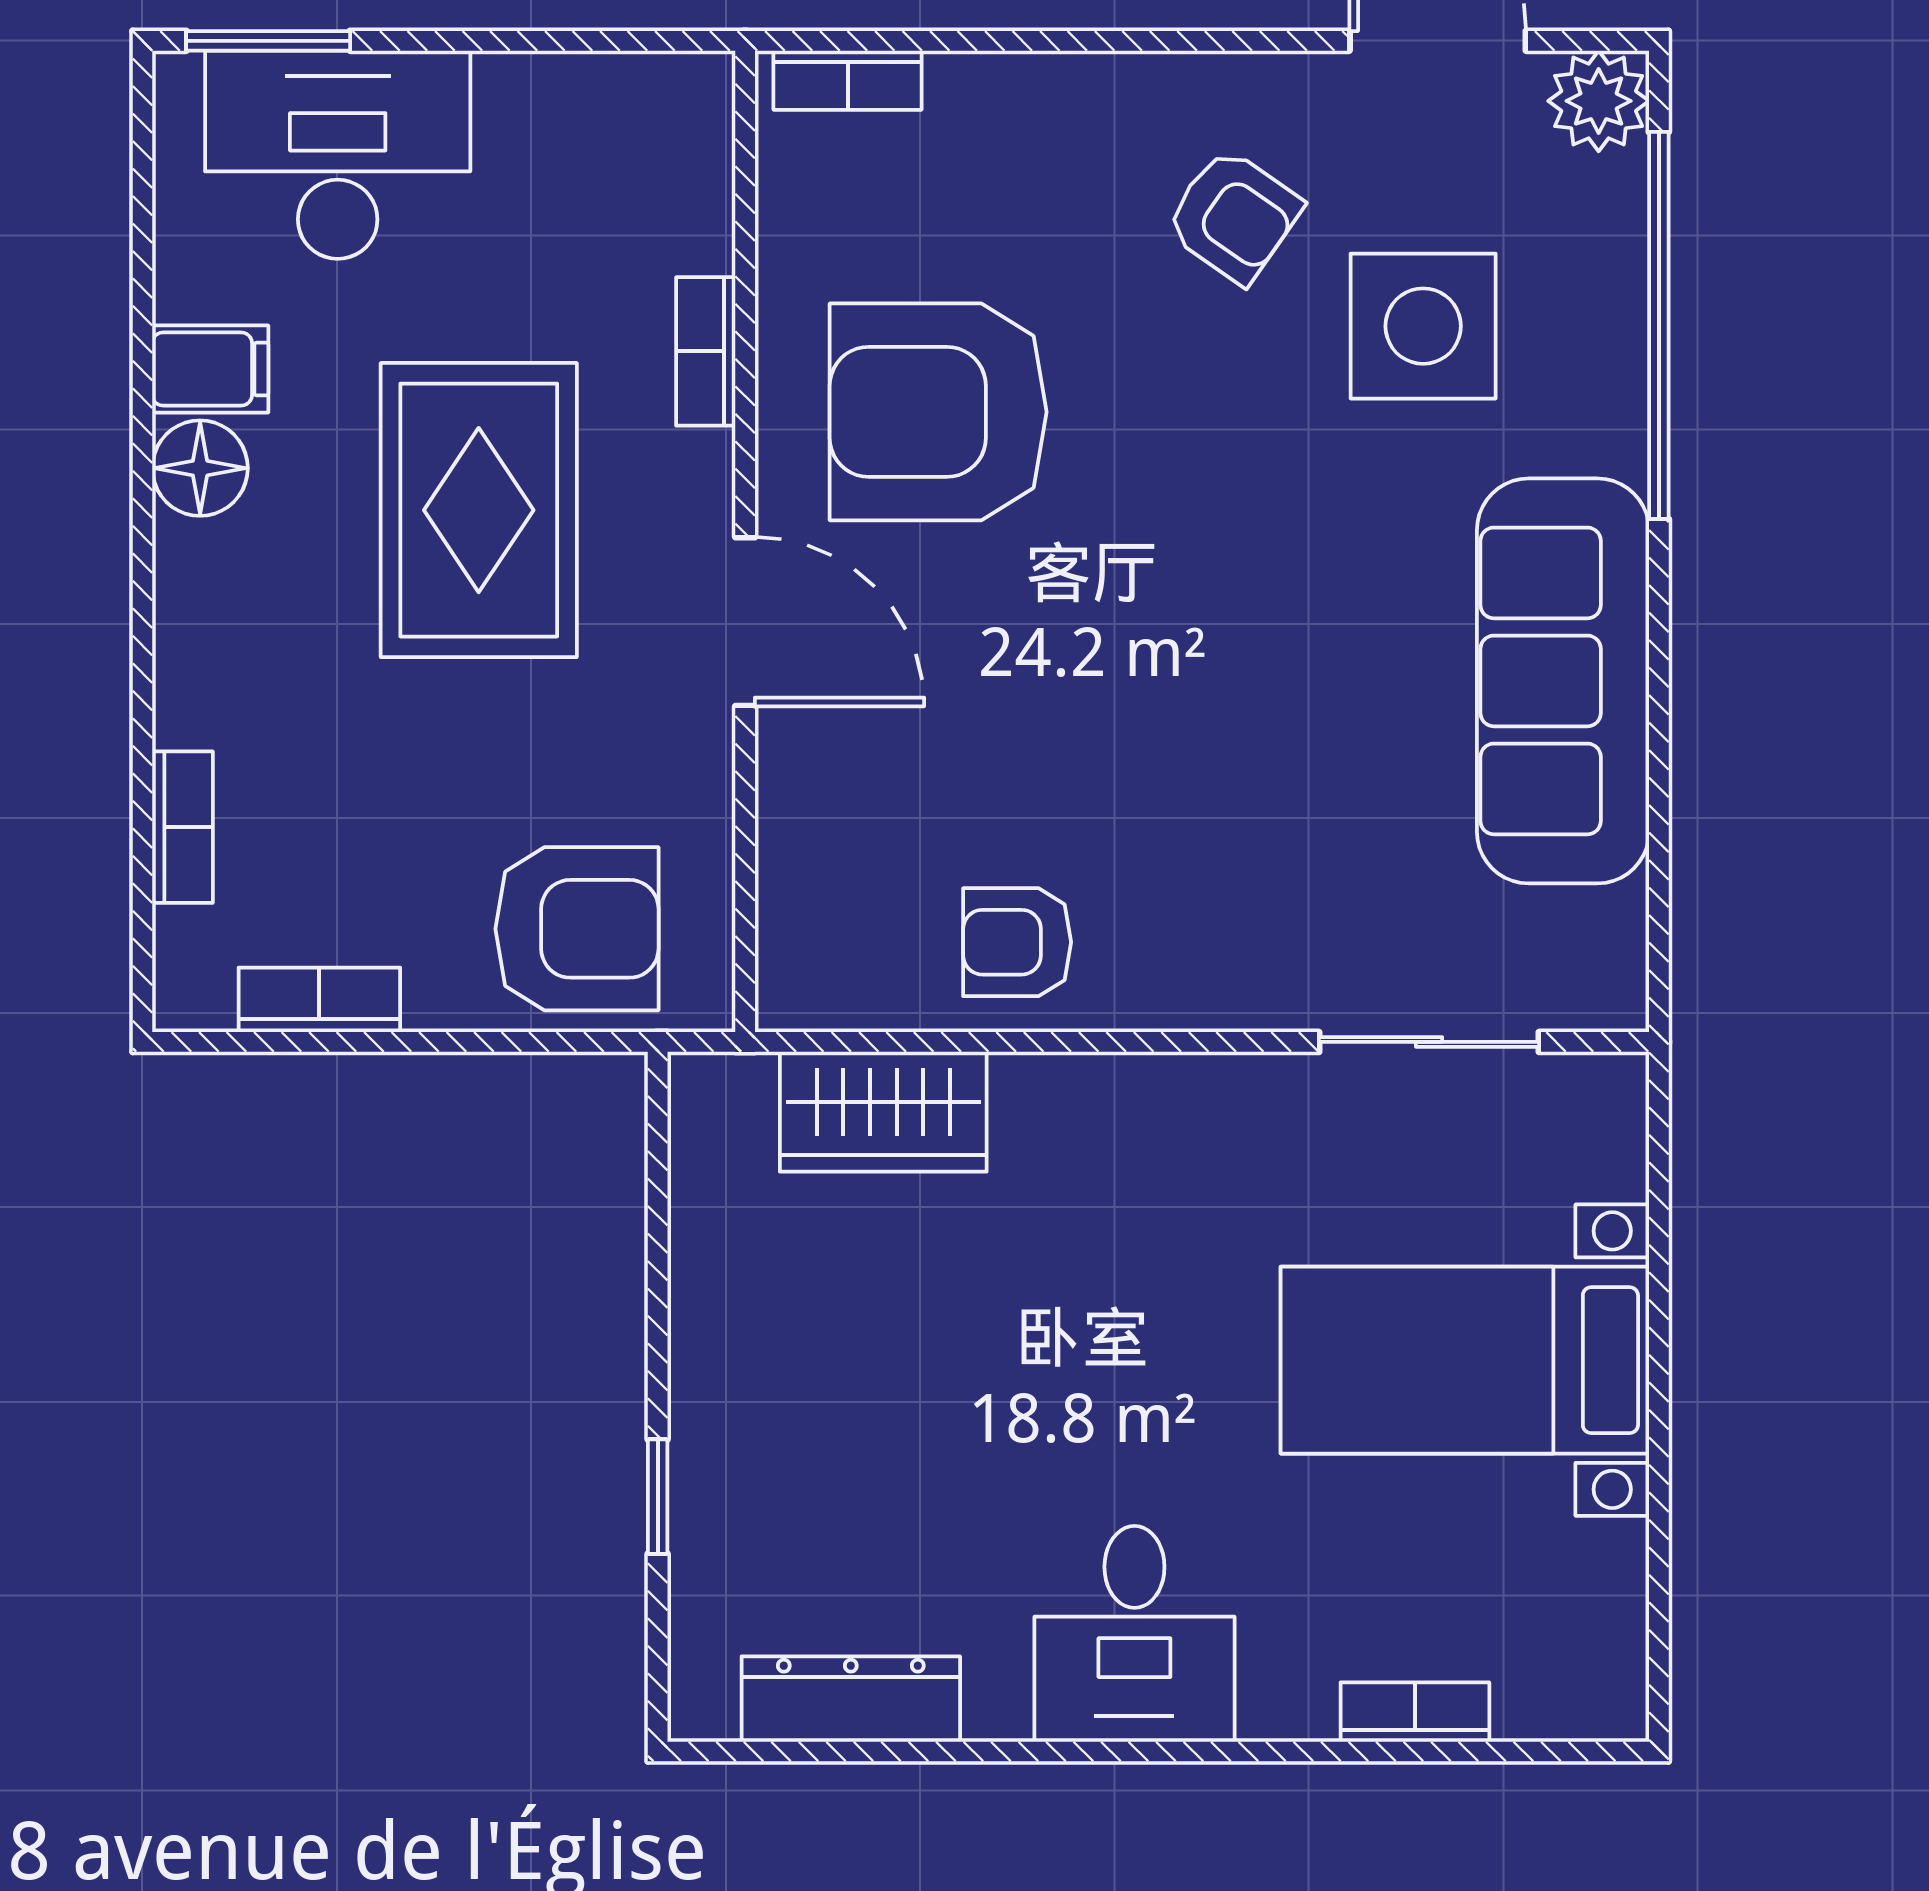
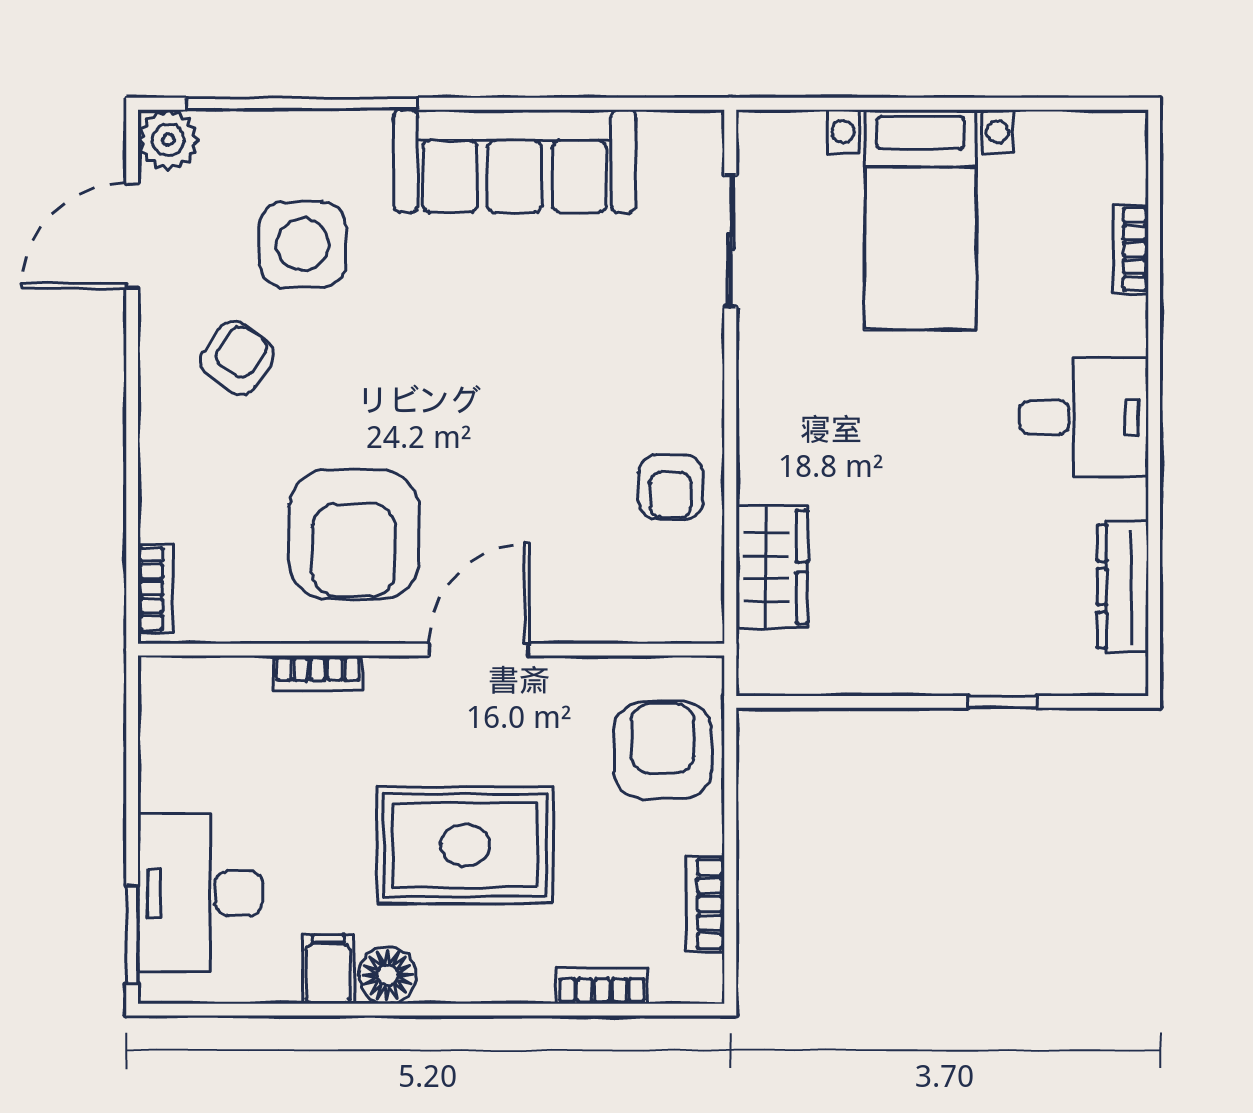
rug: (479, 510) -> (465, 845), moved

